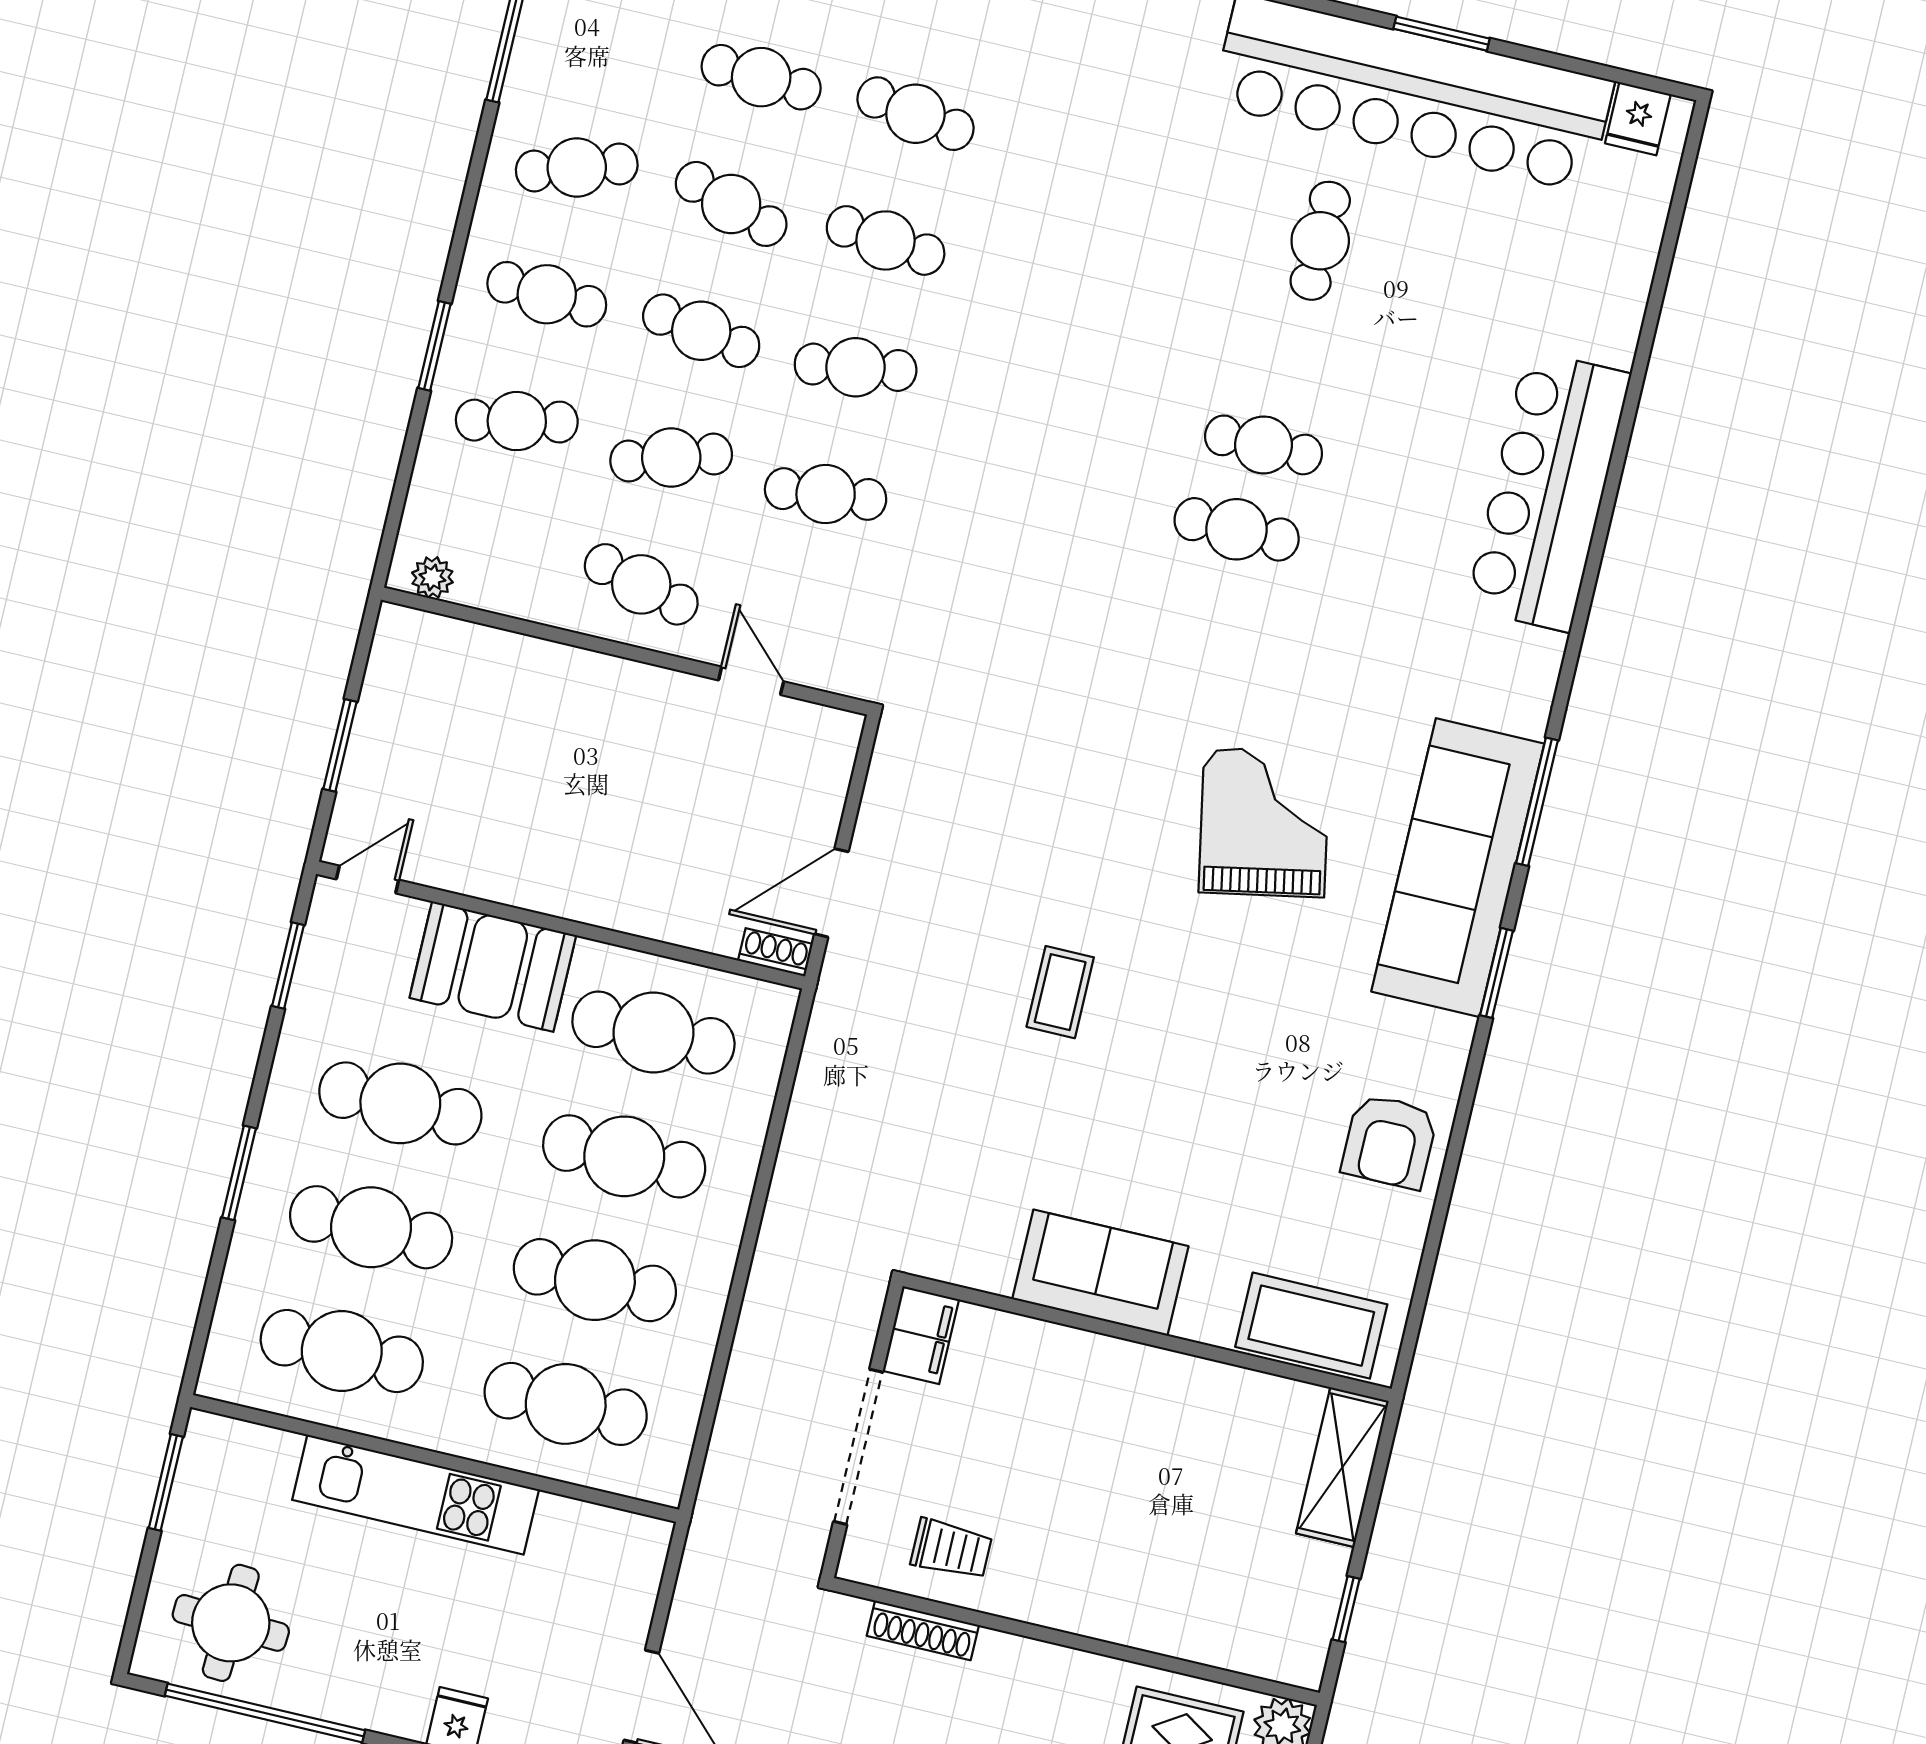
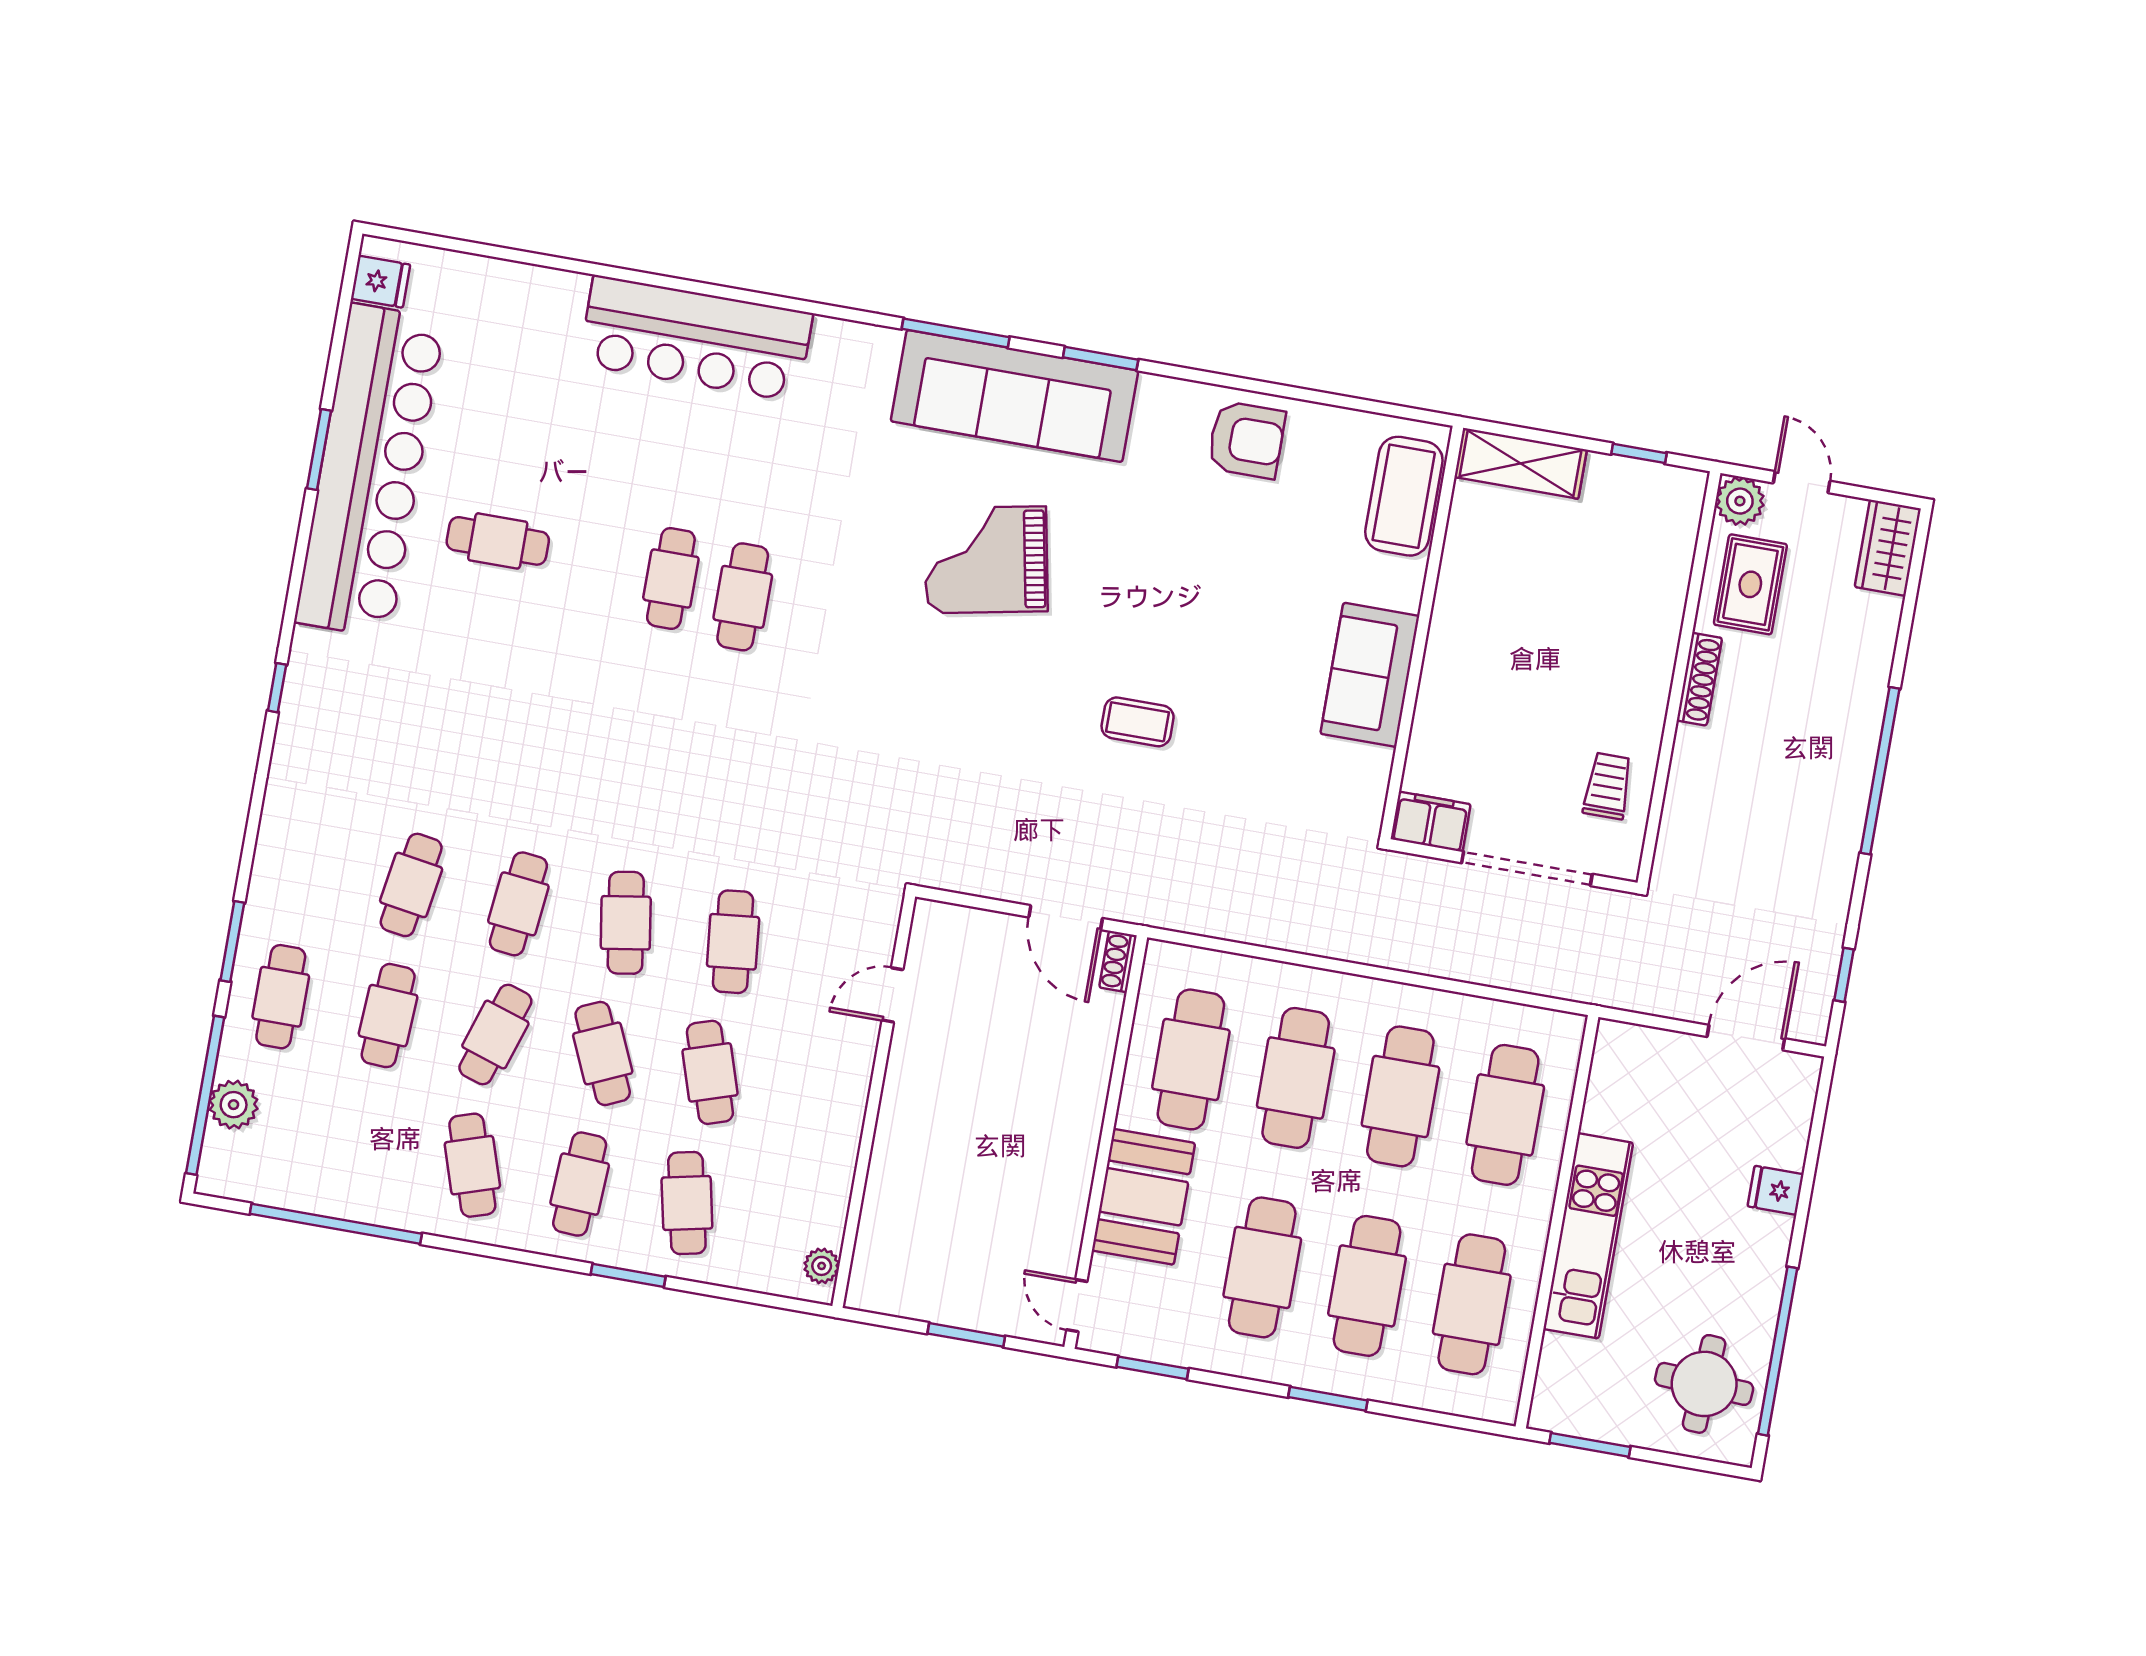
cafe table: (701, 331) -> (603, 1053), turned -33
cafe table: (641, 584) -> (817, 1091), removed
shoe rack: (923, 1630) -> (1699, 679), moved

